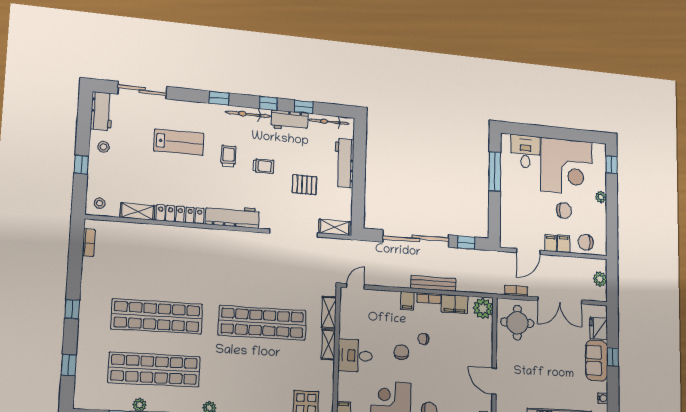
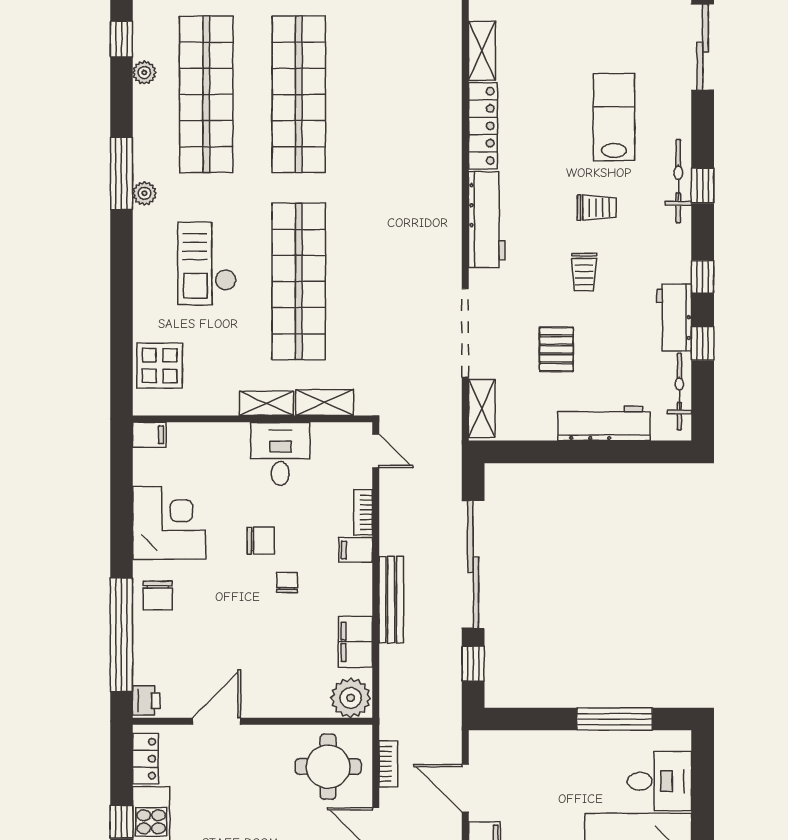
bicycle: (248, 114) -> (678, 181), moved
lab bench: (179, 142) -> (614, 117), turned 180
bookcase: (429, 298) -> (363, 512), moved
desk: (355, 356) -> (280, 454), moved
checkout: (250, 374) -> (207, 263), added

